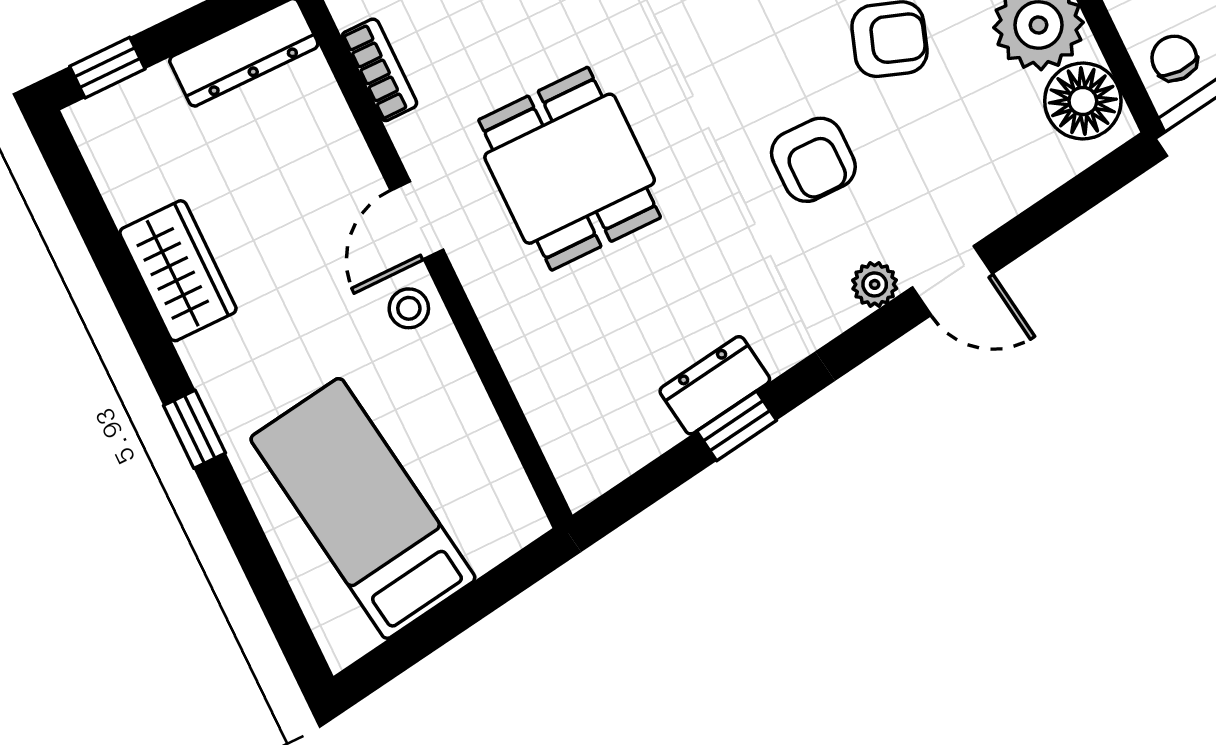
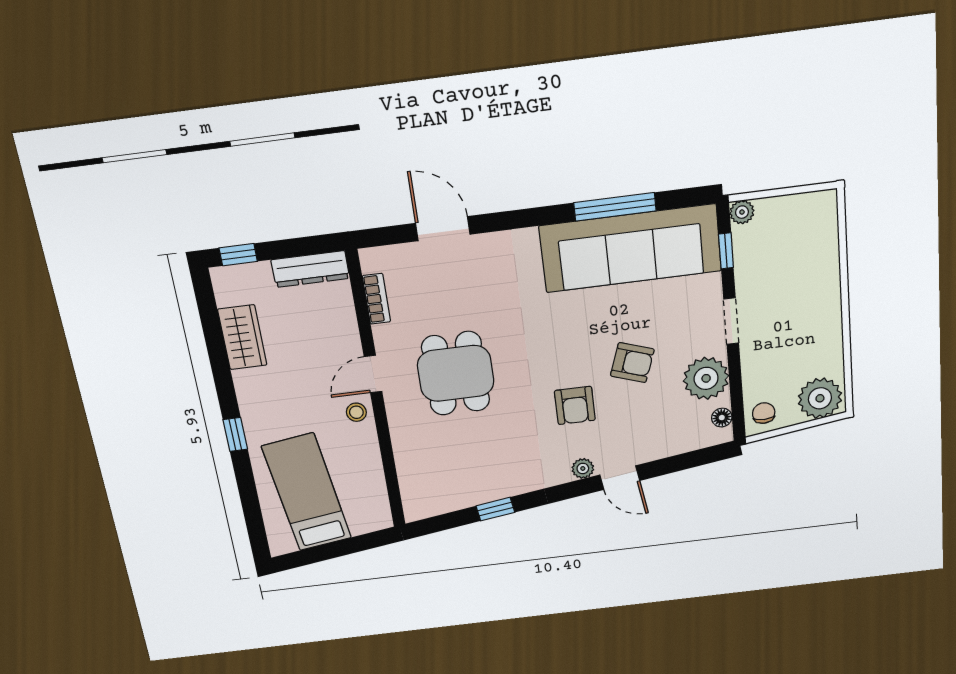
floor lamp: (1083, 101) -> (722, 418), width x0.53, depth x0.53
wardrobe: (178, 271) -> (242, 337), moved
dresser: (715, 385) -> (492, 489), removed

